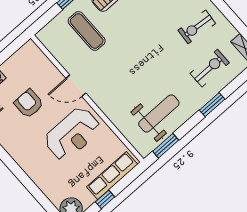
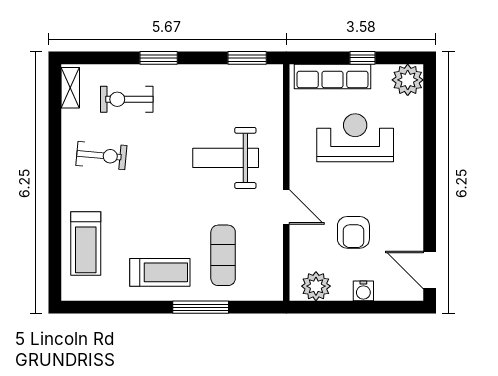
plant: (24, 58) -> (316, 286), added
weight bench: (159, 113) -> (226, 158), moved
reception desk: (72, 134) -> (355, 138), moved

